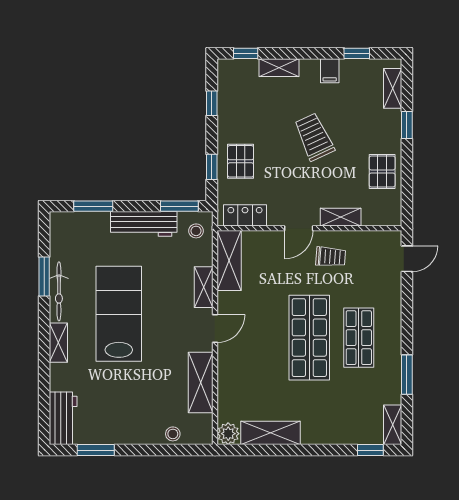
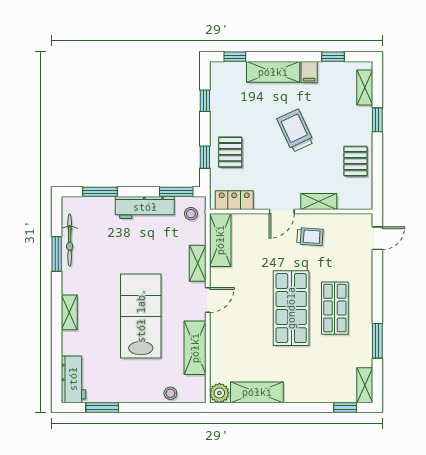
shelving: (279, 68) -> (273, 72), width x1.50, depth x1.33
bicycle: (59, 291) -> (70, 240), moved
lab bench: (119, 314) -> (141, 316), moved

